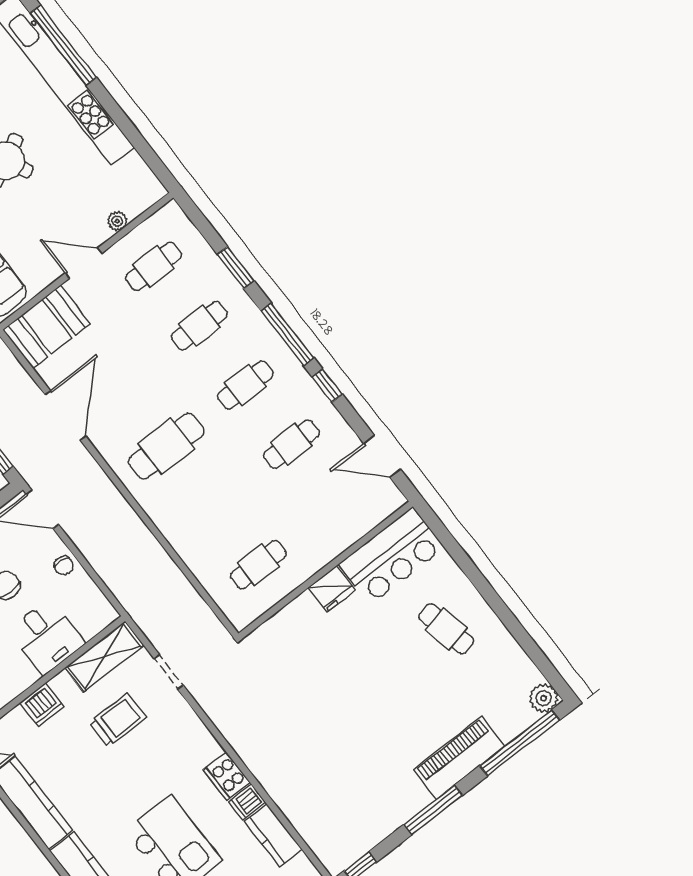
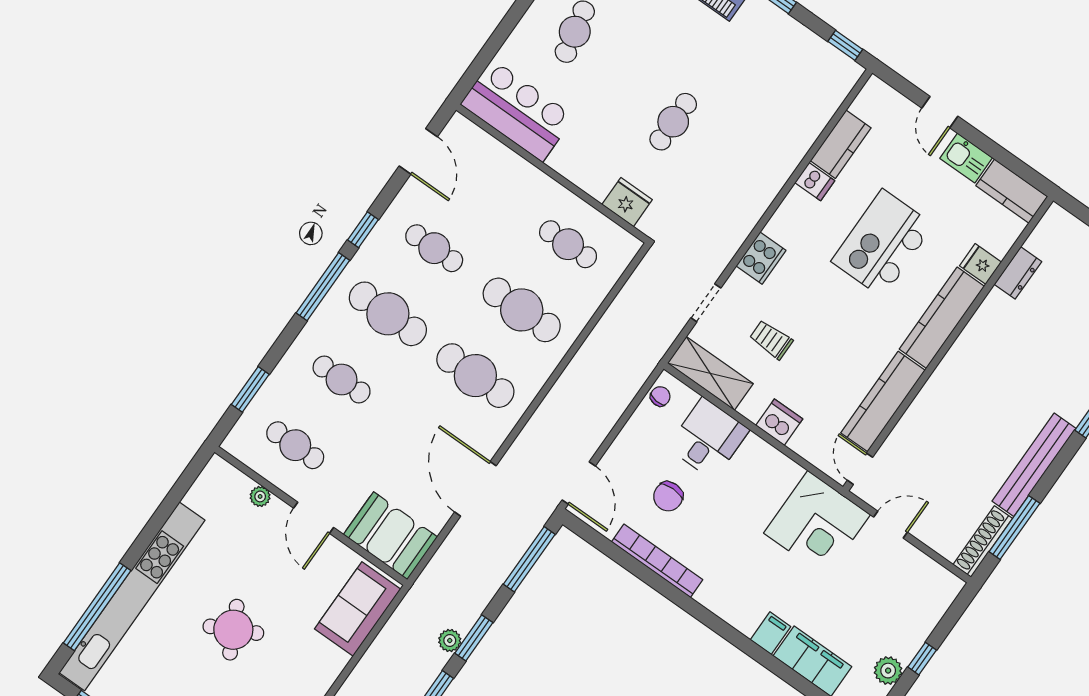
window: (236, 268) -> (250, 389), moved
cafe table: (245, 385) -> (388, 314), width x1.37, depth x1.35
door: (65, 415) -> (475, 489), hinge flipped
cafe table: (212, 505) -> (522, 310), added
chair: (64, 566) -> (660, 396), moved
fridge: (332, 589) -> (627, 202), moved
cafe table: (339, 692) -> (673, 122), added
trolley: (118, 720) -> (771, 340), width x0.73, depth x0.72
cooker: (227, 776) -> (761, 258), moved

